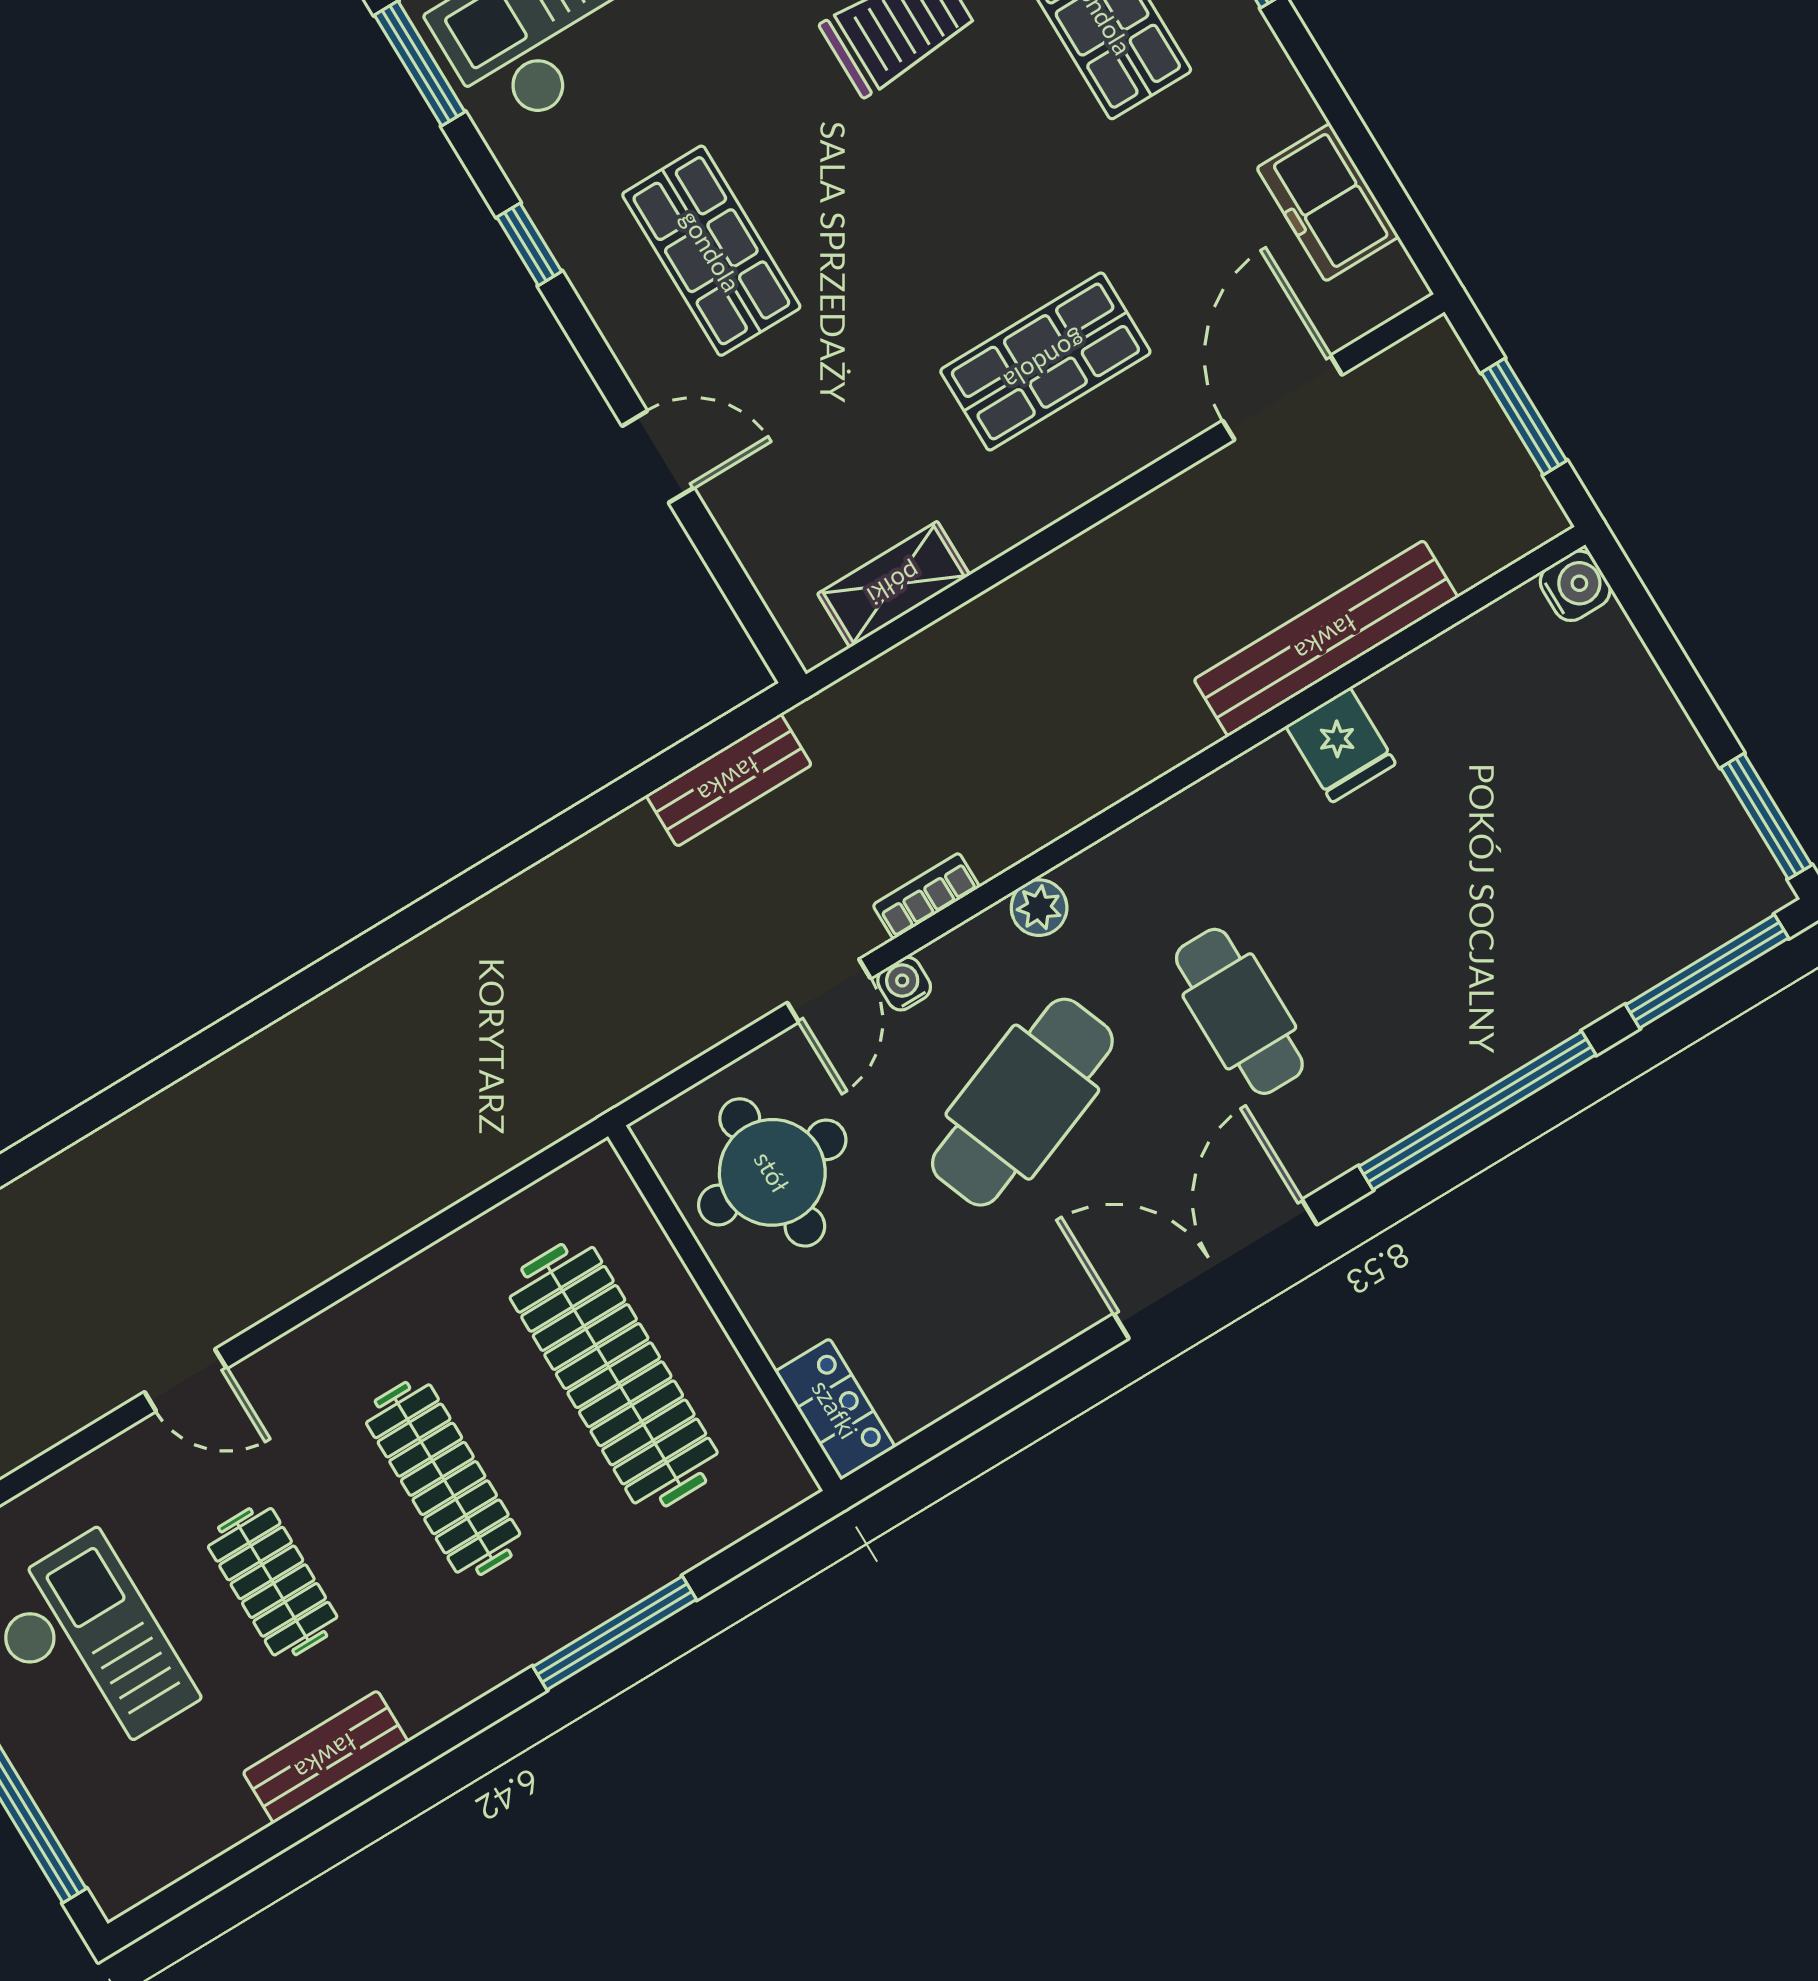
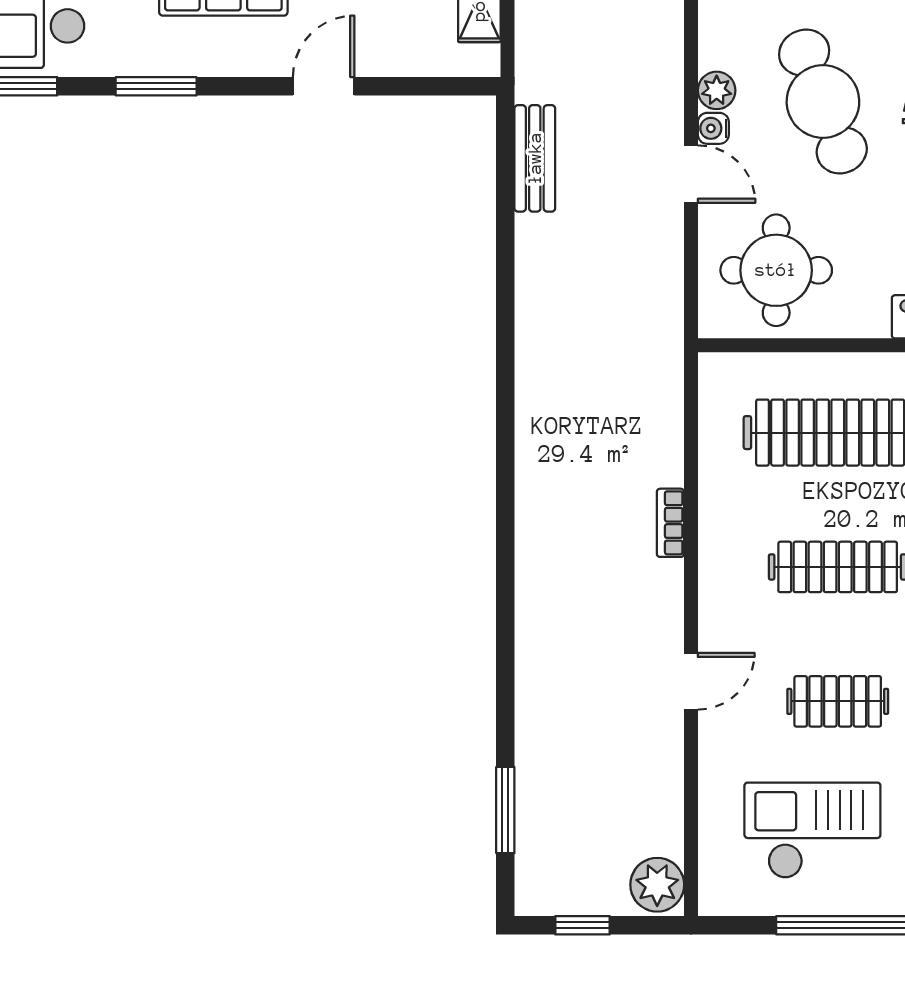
window: (529, 244) -> (156, 86), width x1.50
bookcase: (926, 896) -> (670, 523), moved
plant: (1039, 908) -> (717, 90), moved

